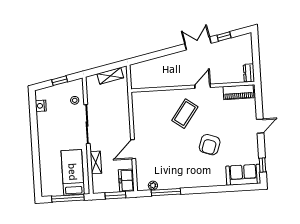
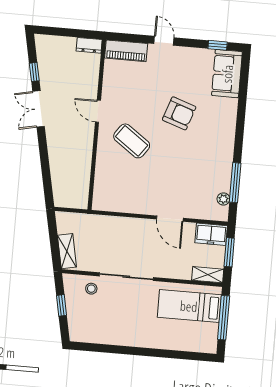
shelving: (110, 76) -> (67, 251), moved
piano: (238, 92) -> (126, 51), moved, turned 90
nightstand: (41, 106) -> (92, 336), removed
shelving: (96, 162) -> (208, 275), moved

